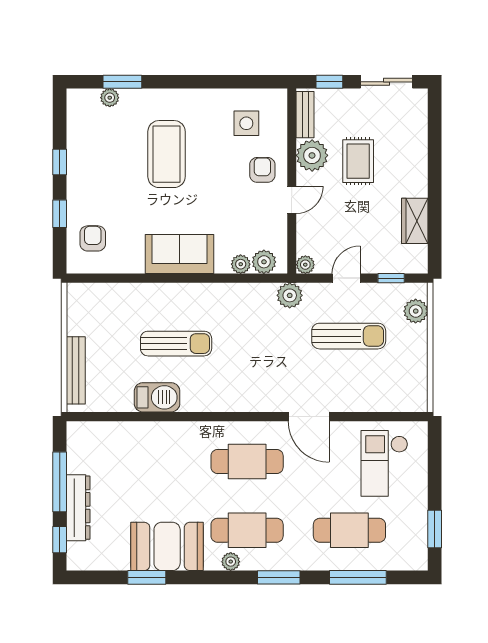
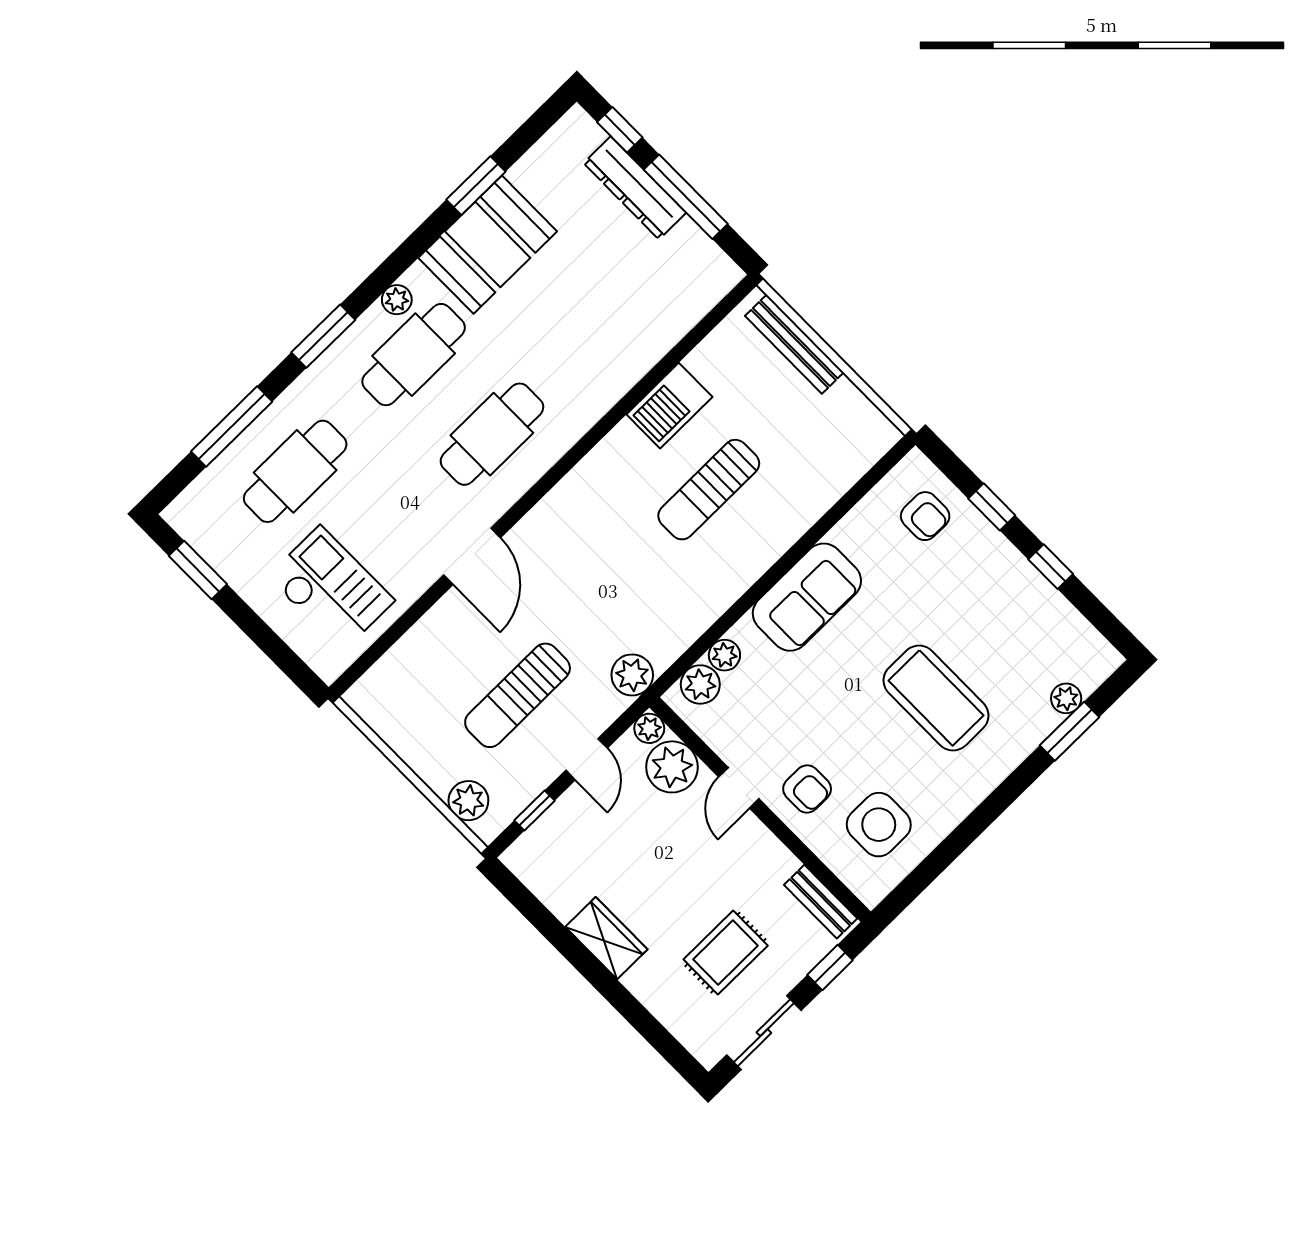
side table: (246, 123) -> (879, 825), width x1.37, depth x1.37
plant: (312, 155) -> (672, 767), moved
rug: (358, 161) -> (726, 952), moved, turned 90
wardrobe: (415, 221) -> (606, 938), moved
door: (309, 417) -> (472, 556), swing flipped

